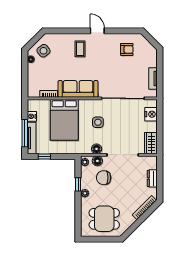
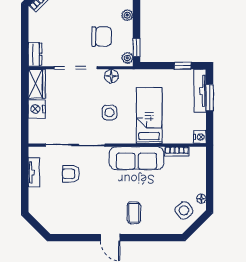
armchair: (127, 49) -> (71, 174), moved
nightstand: (151, 114) -> (37, 109), moved
nightstand: (32, 116) -> (200, 137), moved
bed: (64, 120) -> (149, 116), width x0.67
window: (25, 133) -> (210, 98), width x0.69
floor lamp: (97, 161) -> (110, 59), removed
dresser: (152, 178) -> (35, 54), moved
window: (78, 184) -> (137, 47), moved

